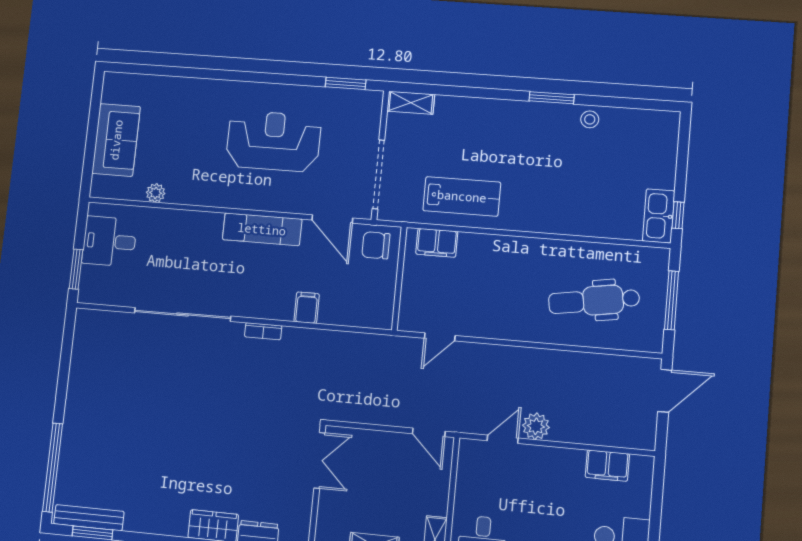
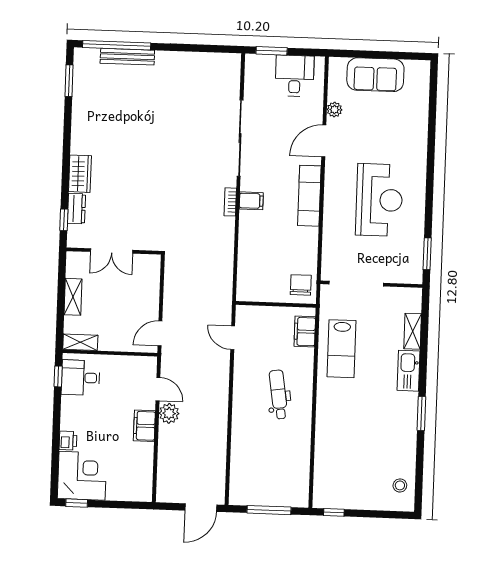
shelving: (411, 103) -> (413, 331), moved
stool: (590, 119) -> (400, 485), moved
kitchen sink: (659, 216) -> (409, 371), moved, turned -90
door: (332, 219) -> (324, 141), moved
dental chair: (594, 301) -> (279, 395), moved, width x0.73, depth x0.72
filing cabinet: (307, 308) -> (251, 201), moved
door: (665, 391) -> (201, 508), hinge flipped
double door: (320, 460) -> (112, 251), moved
filing cabinet: (607, 466) -> (144, 426), moved
bench: (89, 518) -> (127, 57), moved, turned 90

